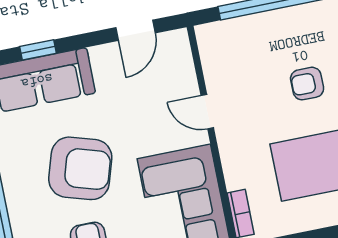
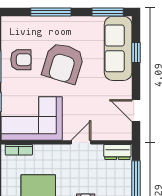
dresser: (211, 47) -> (117, 152), added

